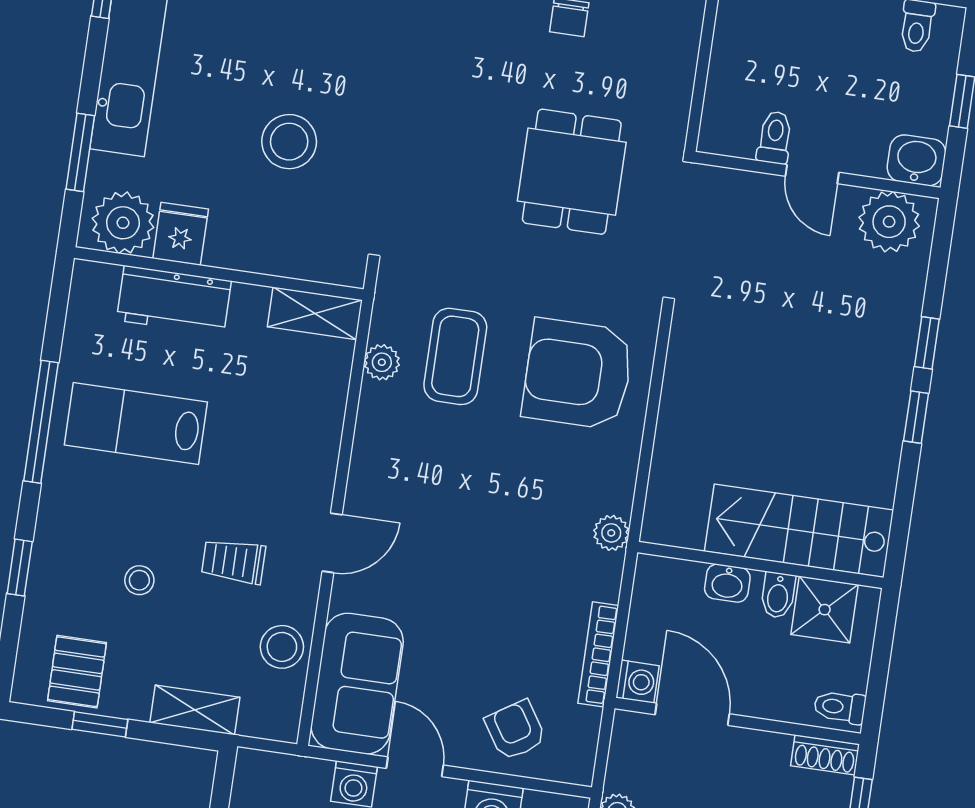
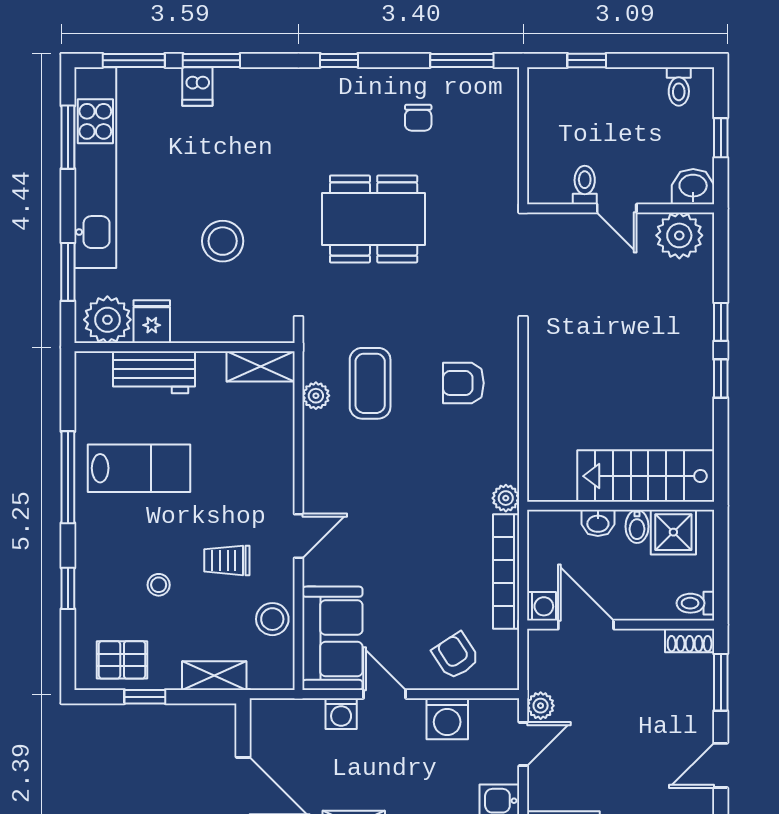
dining table: (572, 172) -> (374, 219), moved, width x1.38
armchair: (578, 374) -> (463, 383), width x0.53, depth x0.53
lab bench: (136, 424) -> (139, 468), turned 180
bookcase: (598, 654) -> (506, 572), width x1.48, depth x1.31
pallet: (77, 672) -> (122, 660), turned 90

